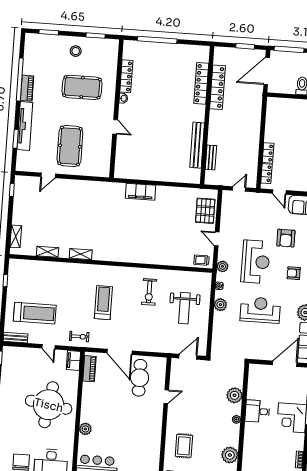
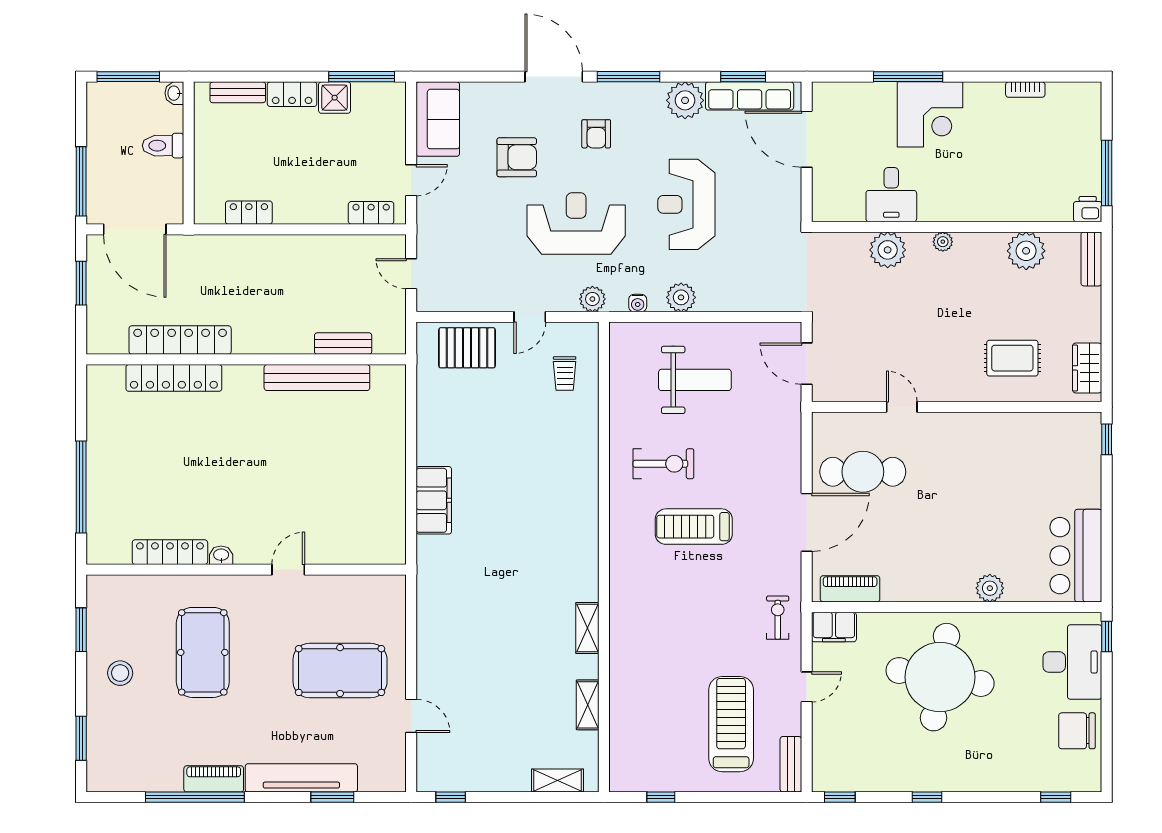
locker: (268, 153) -> (249, 213), moved
trolley: (202, 260) -> (565, 373), moved
treadmill: (103, 303) -> (694, 527), moved
desk: (257, 411) -> (891, 195), moved

